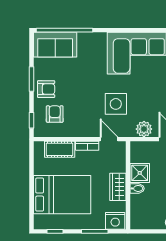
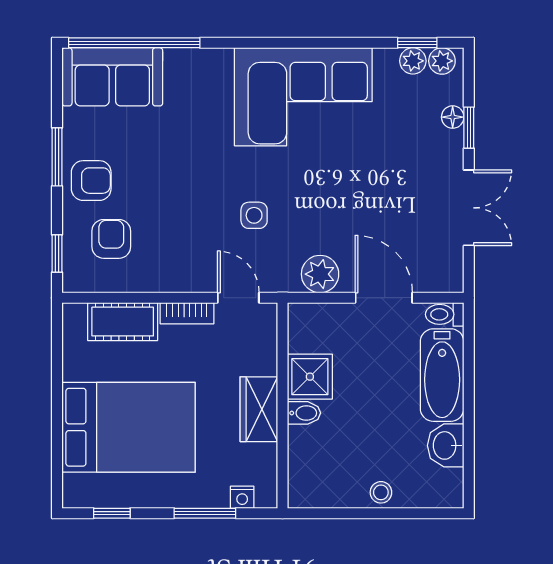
side table: (116, 104) -> (254, 215), width x0.54, depth x0.54
nightstand: (115, 221) -> (242, 497), width x0.53, depth x0.56

